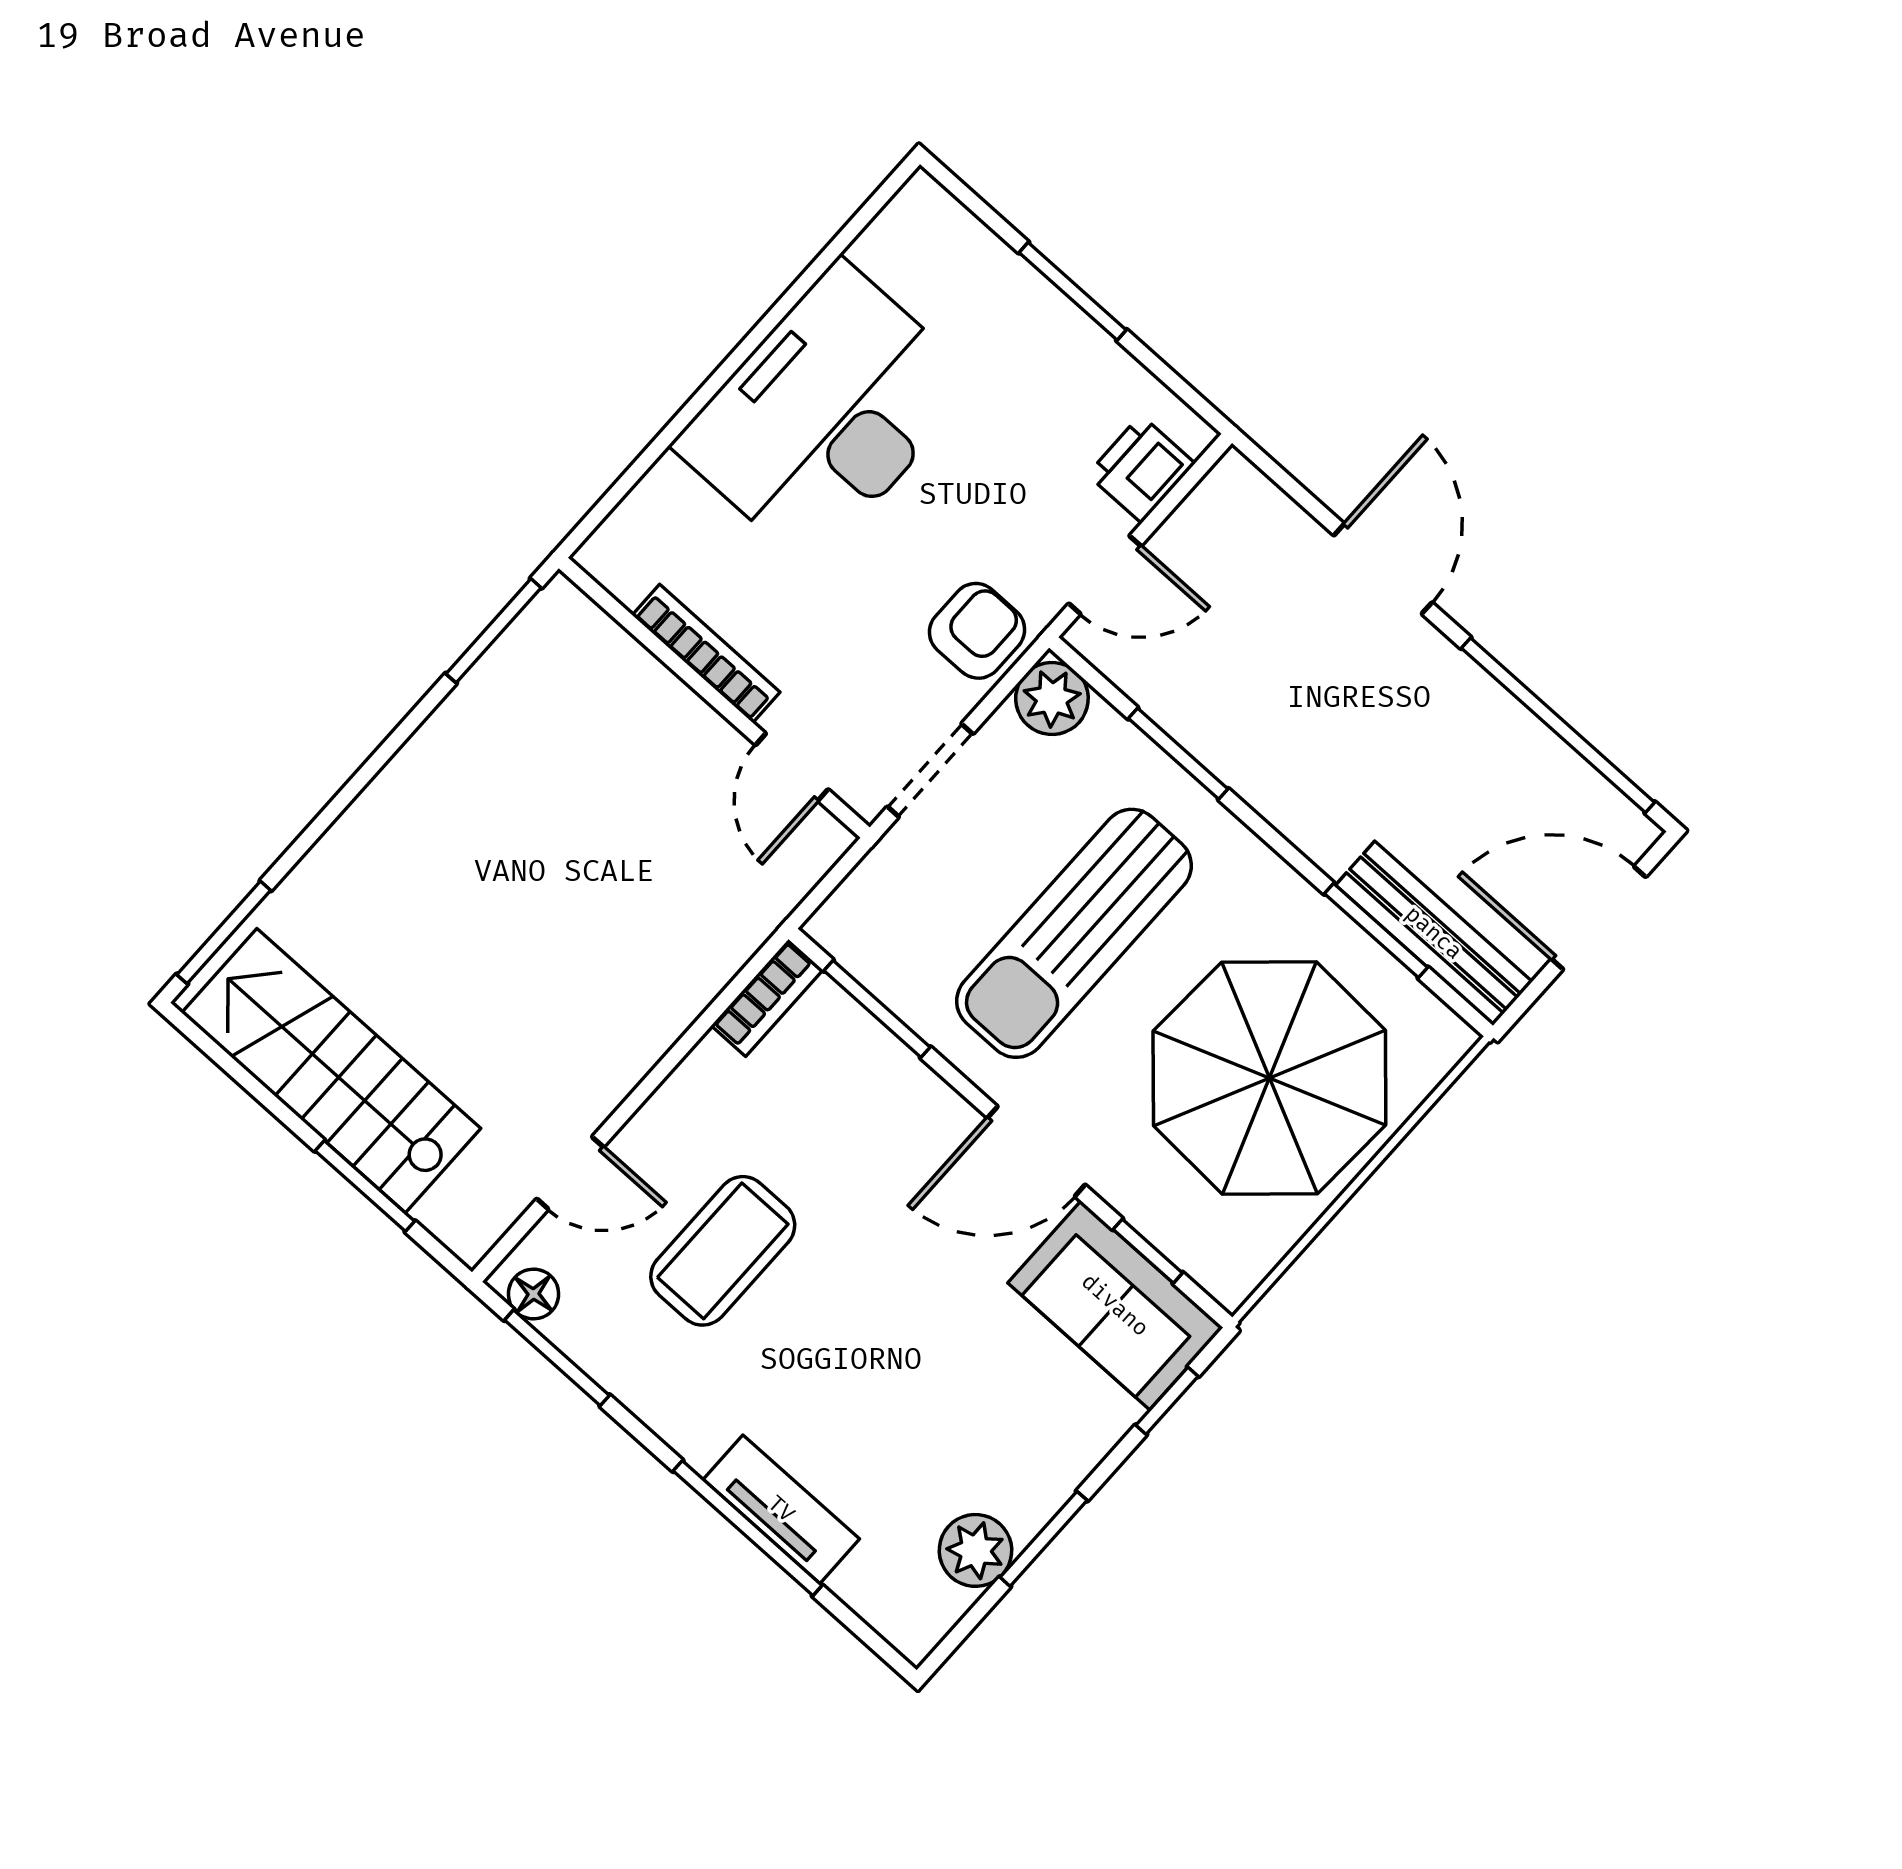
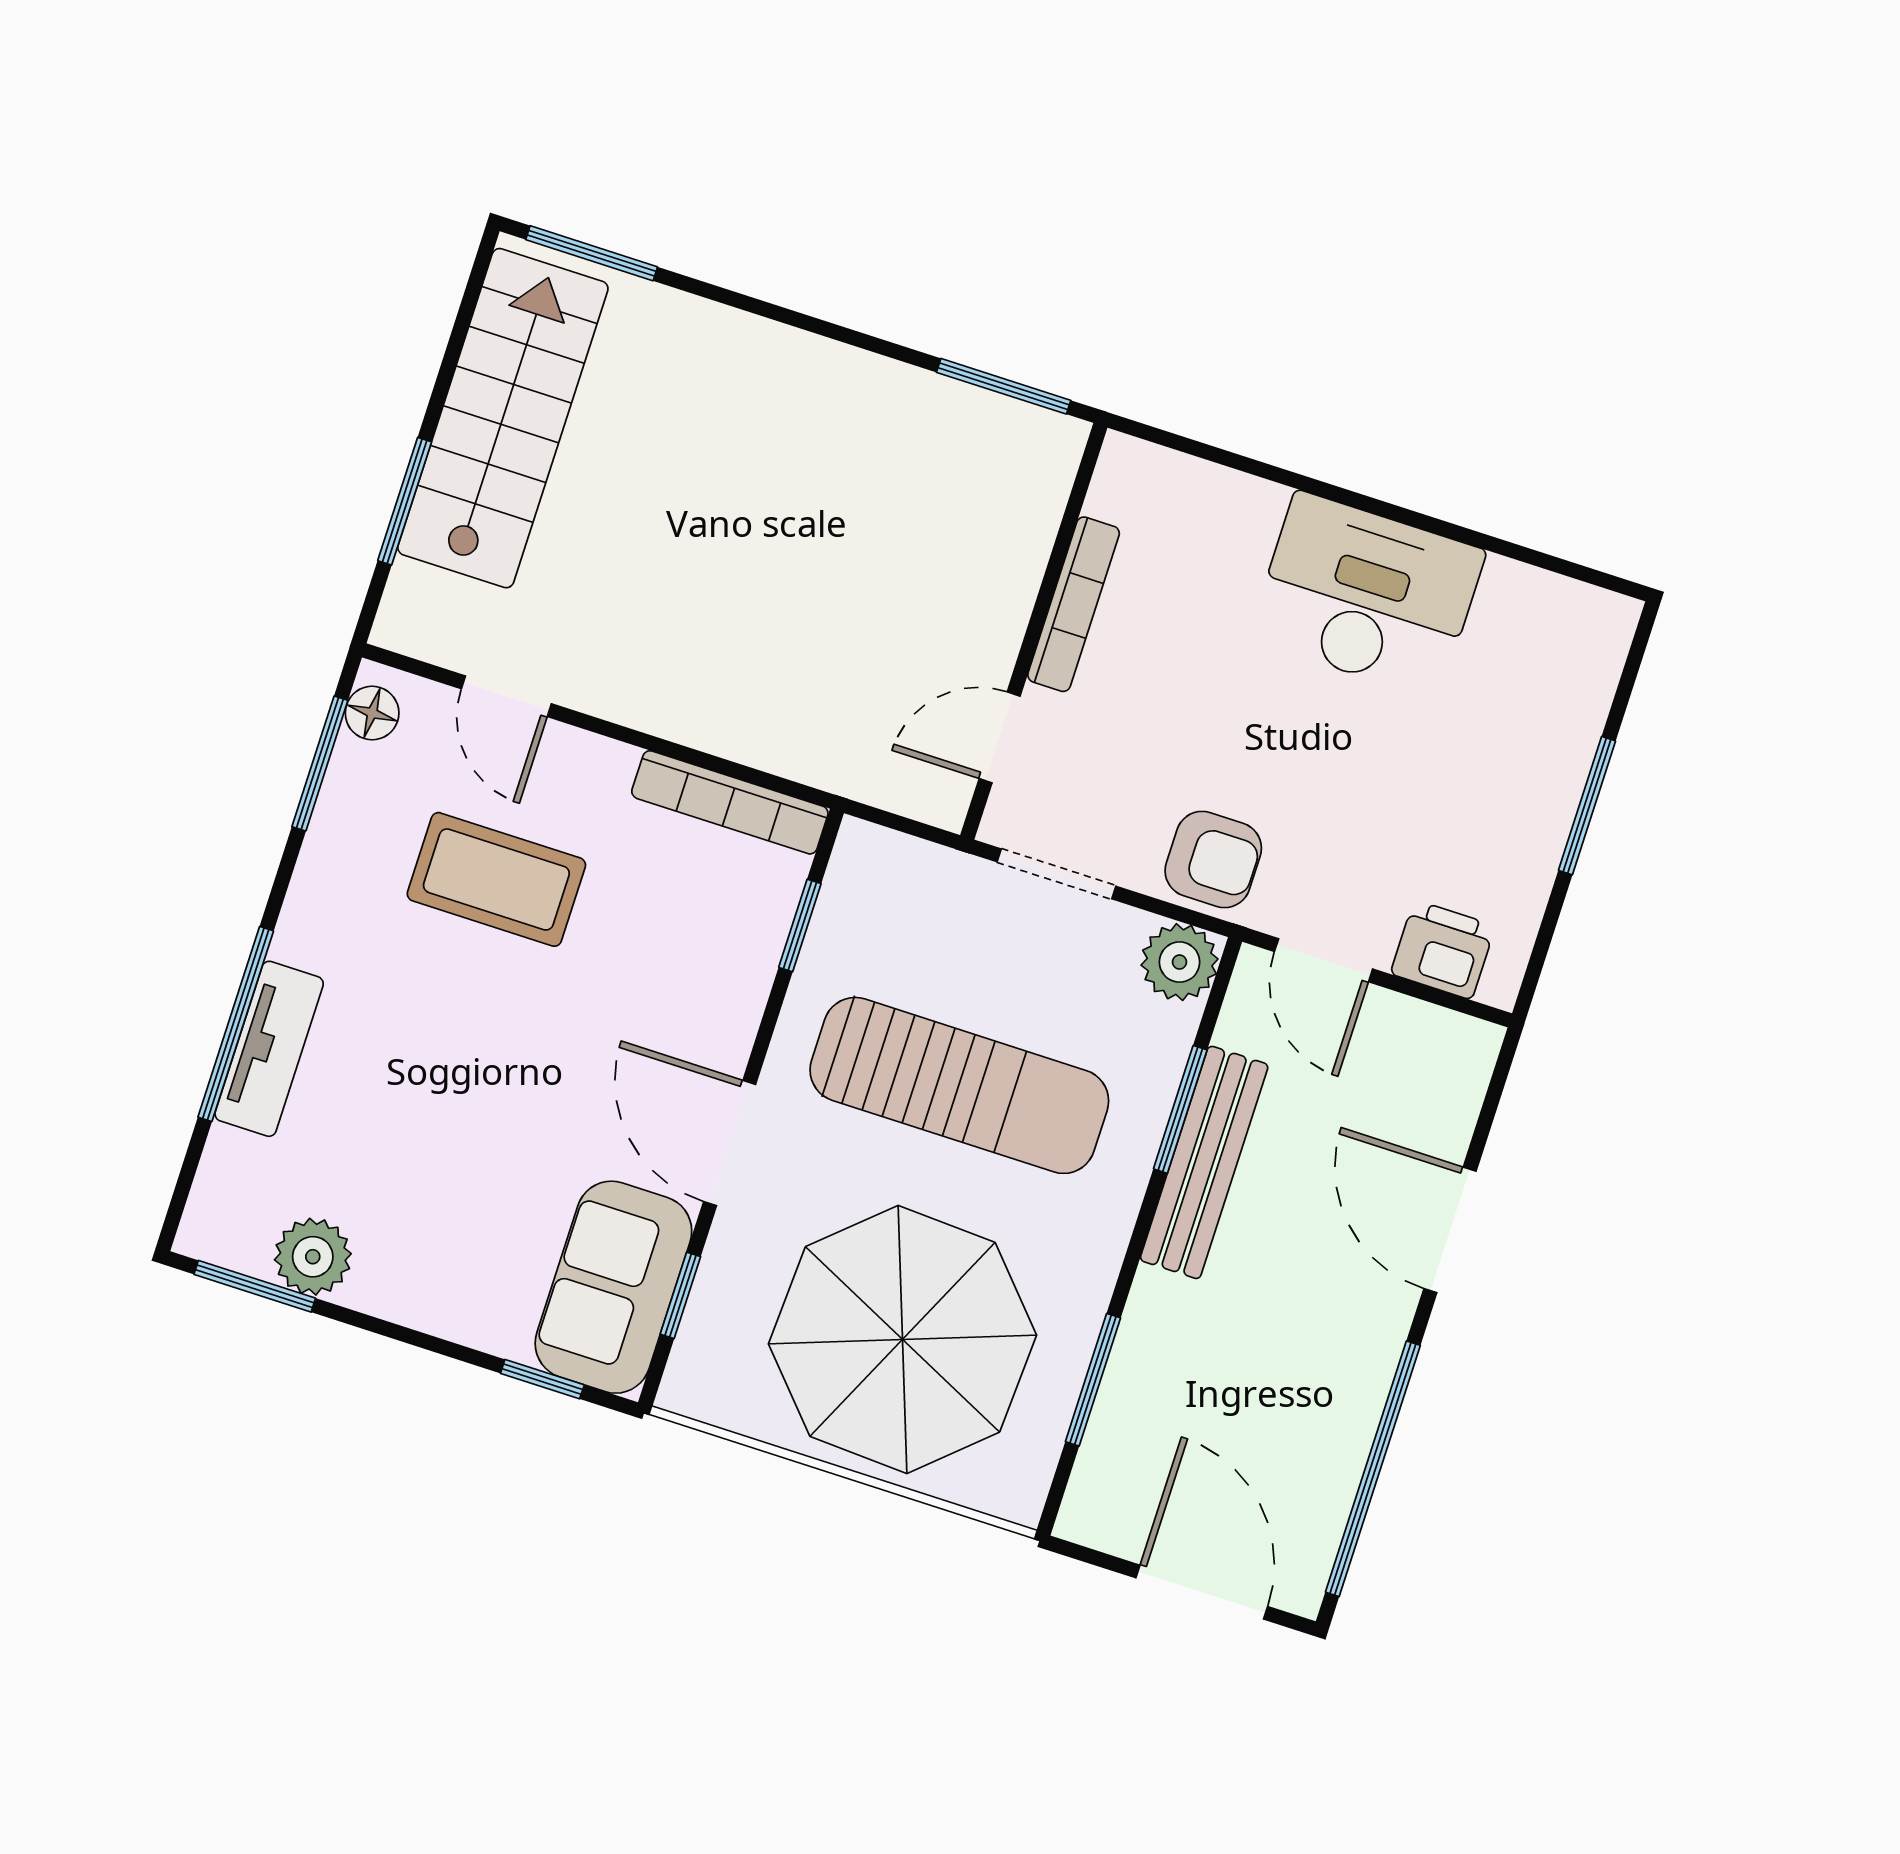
desk: (826, 414) -> (1367, 595), width x0.73, depth x0.77
door: (1383, 569) -> (1450, 1230), swing flipped
sun lounger: (1074, 933) -> (959, 1085), turned 180
bench: (1434, 933) -> (1204, 1162), moved
bookcase: (767, 998) -> (730, 802), width x1.56
window: (877, 1009) -> (800, 925), width x0.67
window: (1044, 1539) -> (255, 1286), moved

